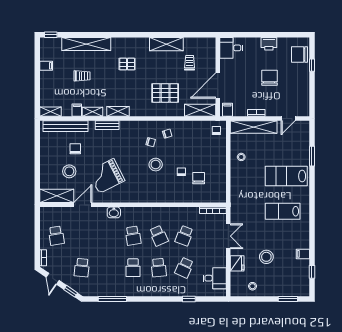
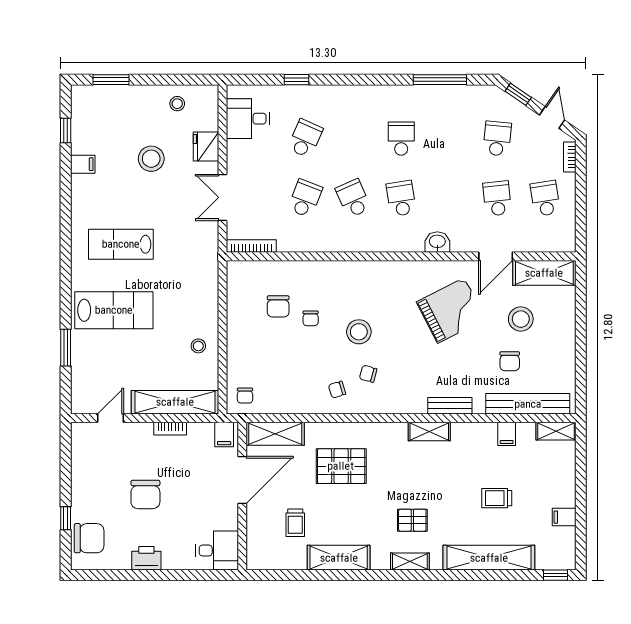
shelving: (93, 112) -> (410, 562), moved
lab bench: (283, 211) -> (121, 244), turned 180
school desk: (159, 268) -> (497, 198), moved

